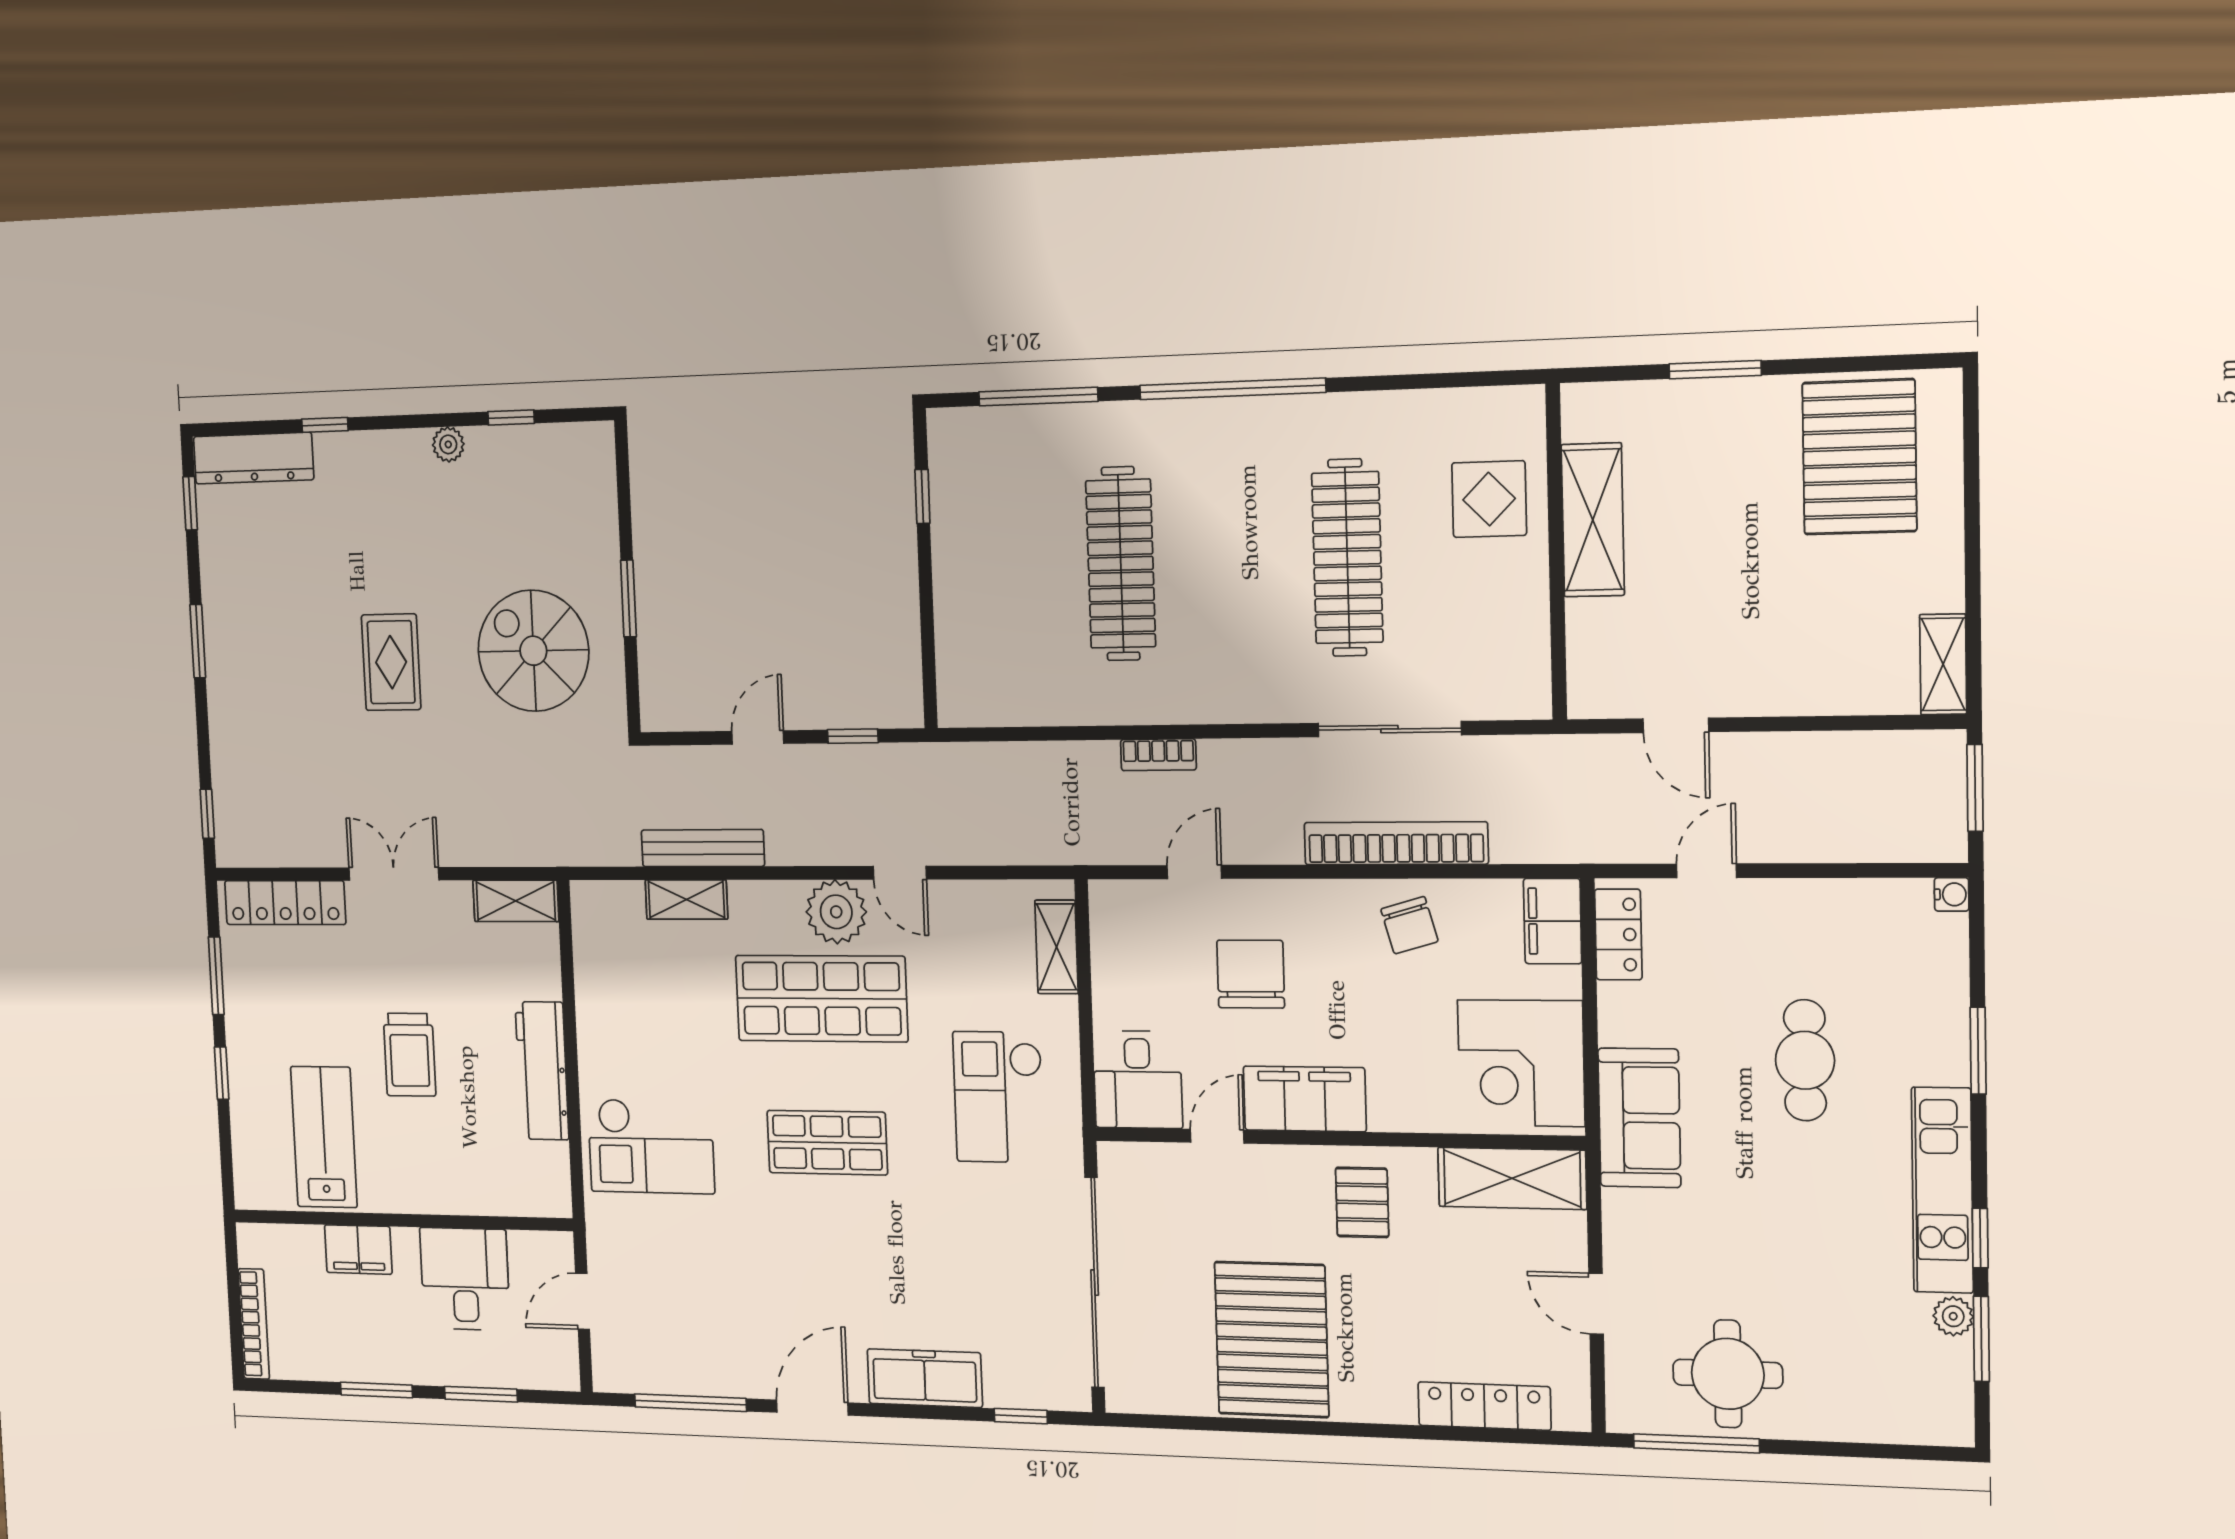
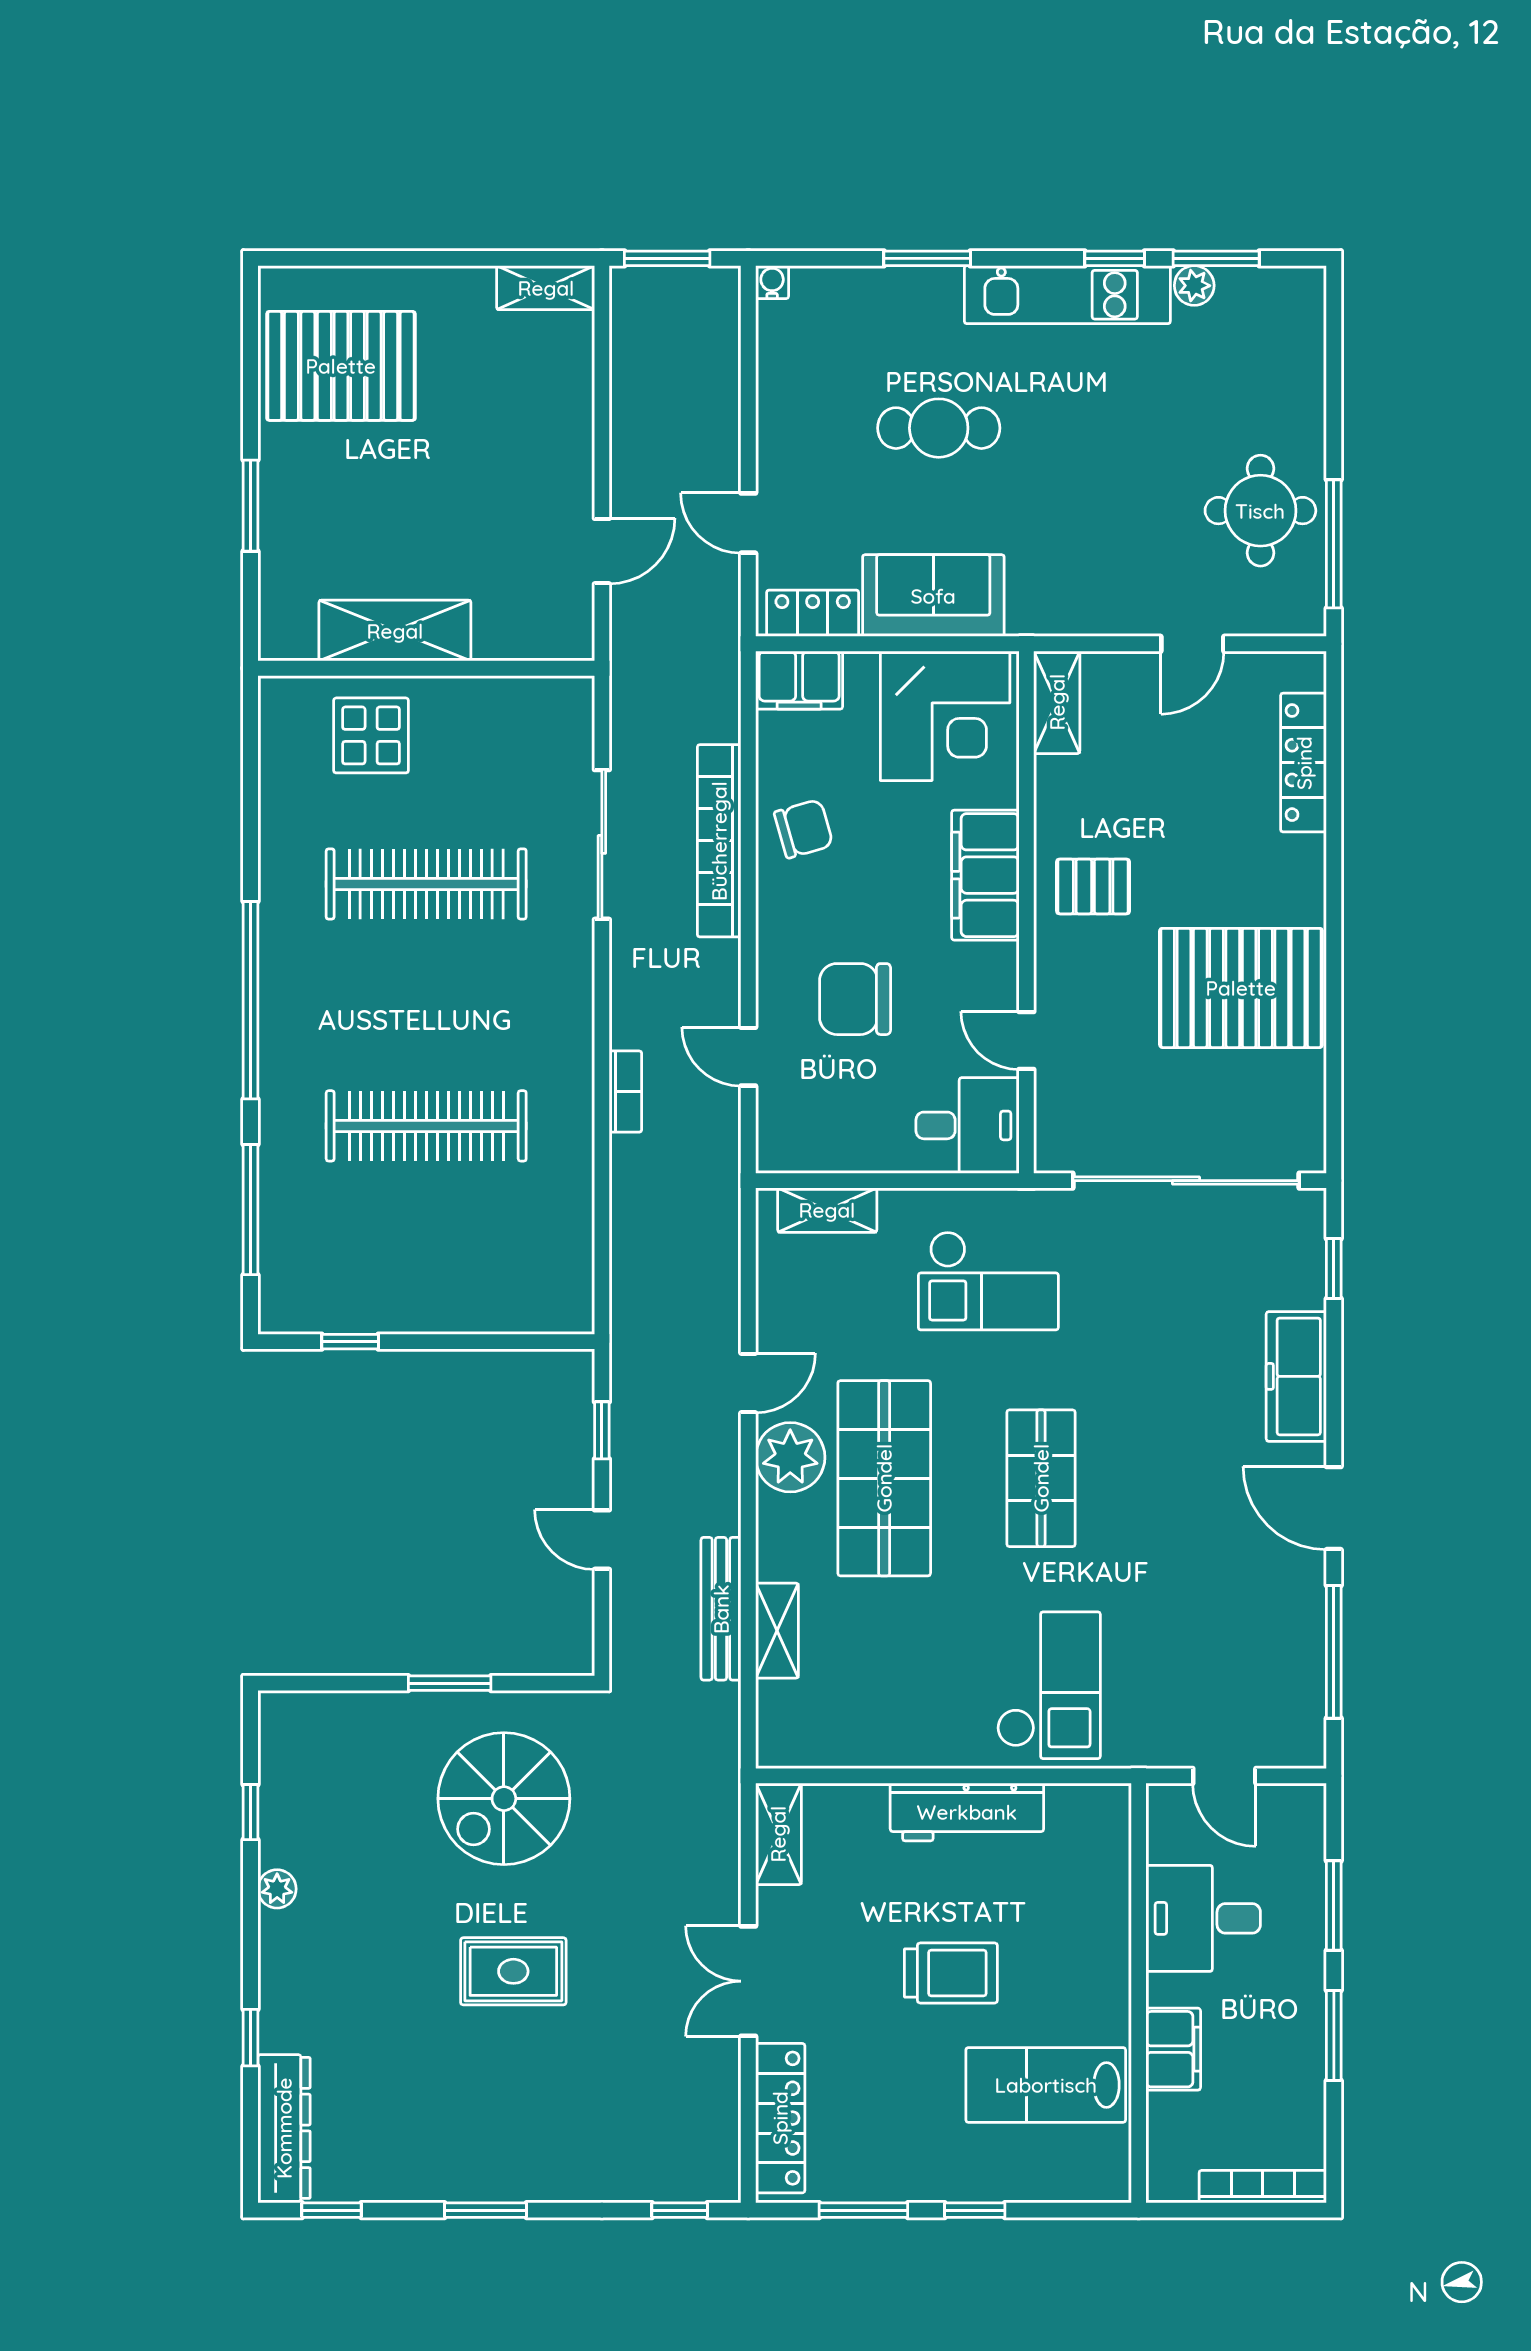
filing cabinet: (1305, 1099) -> (985, 875), moved
sofa: (1639, 1118) -> (933, 596), moved
shelving: (1512, 1178) -> (1057, 702), width x0.67, depth x0.75

